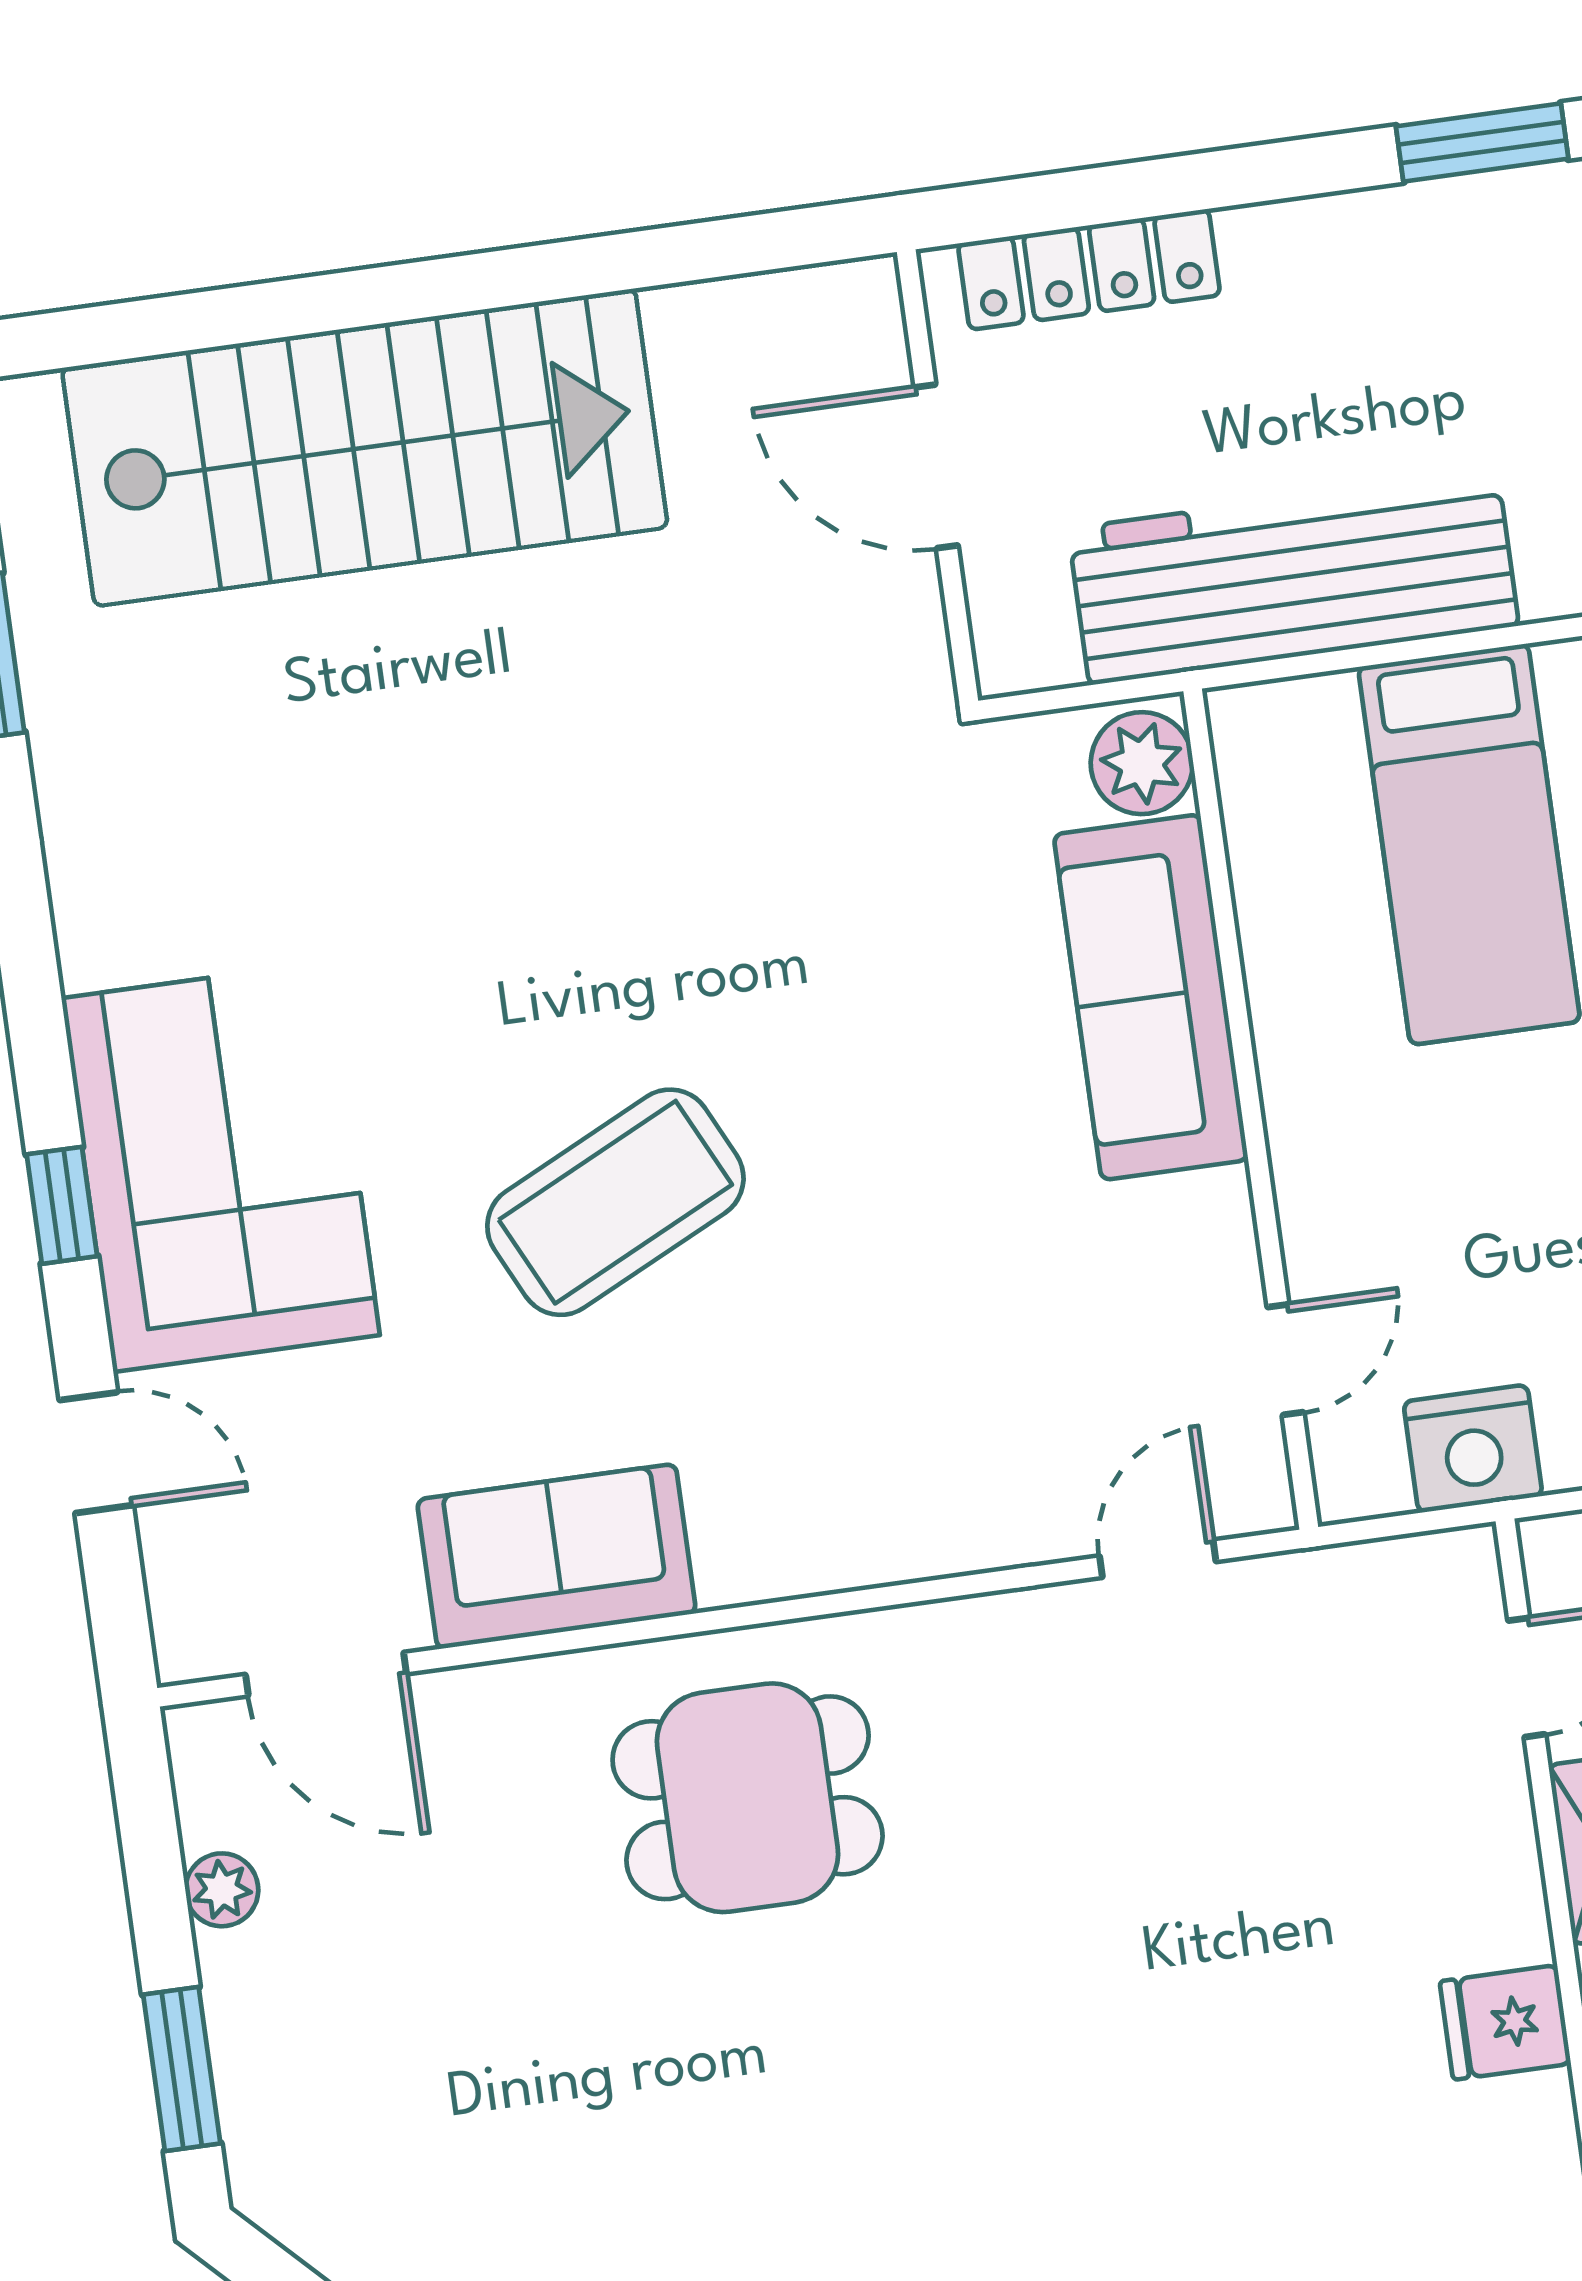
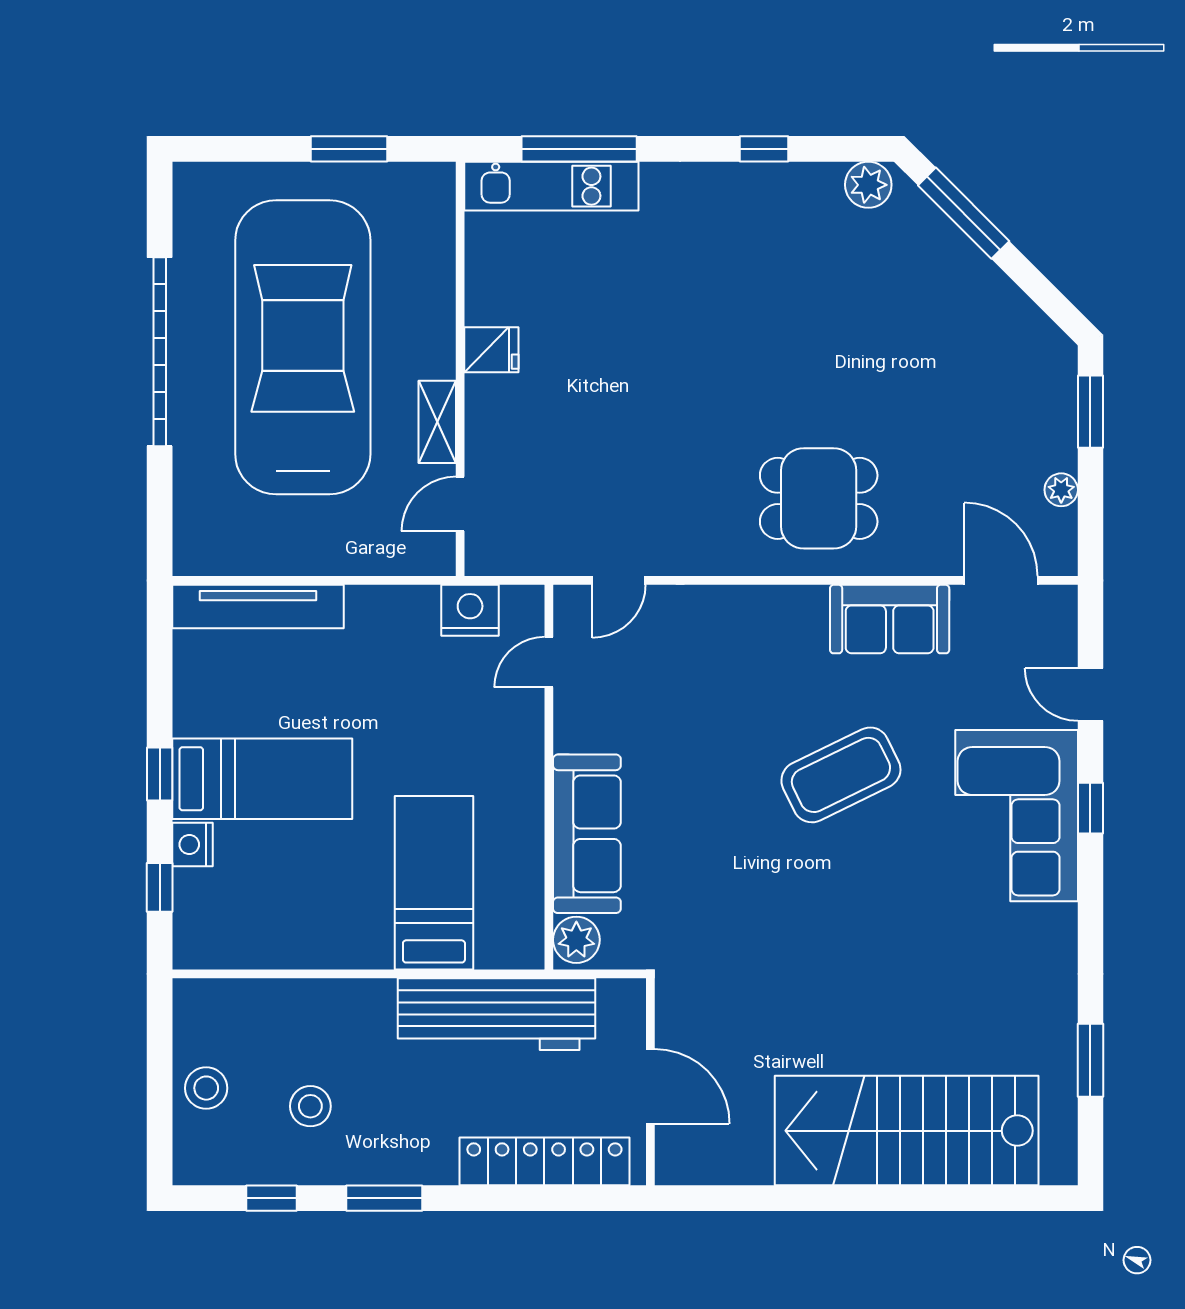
locker: (1089, 269) -> (544, 1161), width x1.41, depth x1.21

